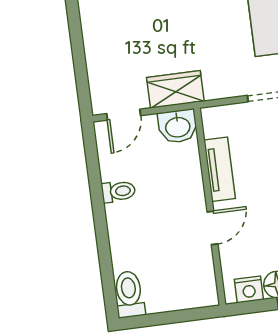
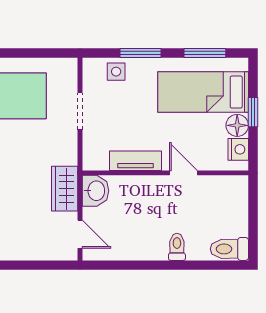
toilet: (118, 191) -> (177, 247), moved

